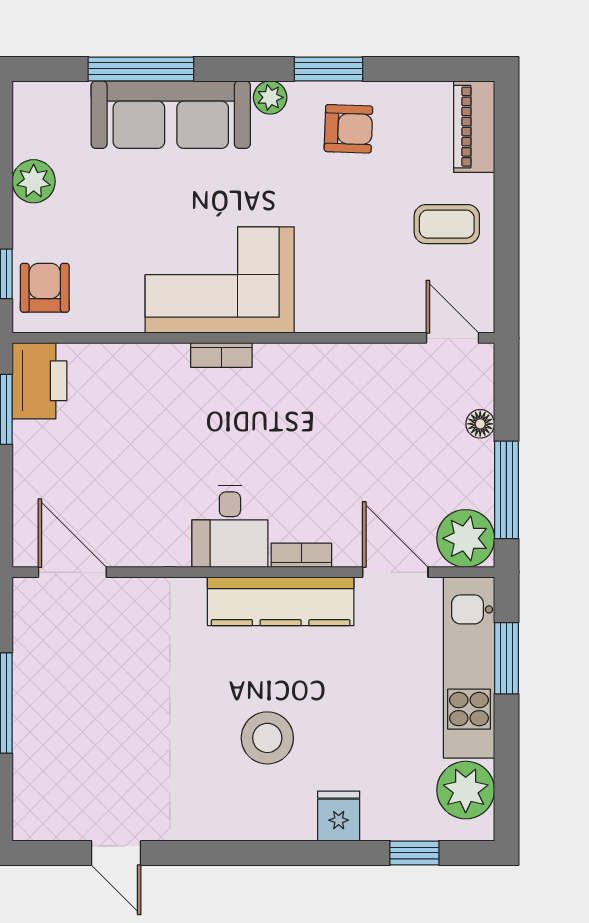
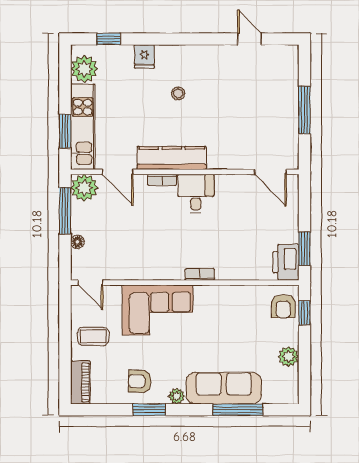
corner sofa: (220, 280) -> (158, 310), moved
stool: (267, 738) -> (178, 93), width x0.53, depth x0.53

